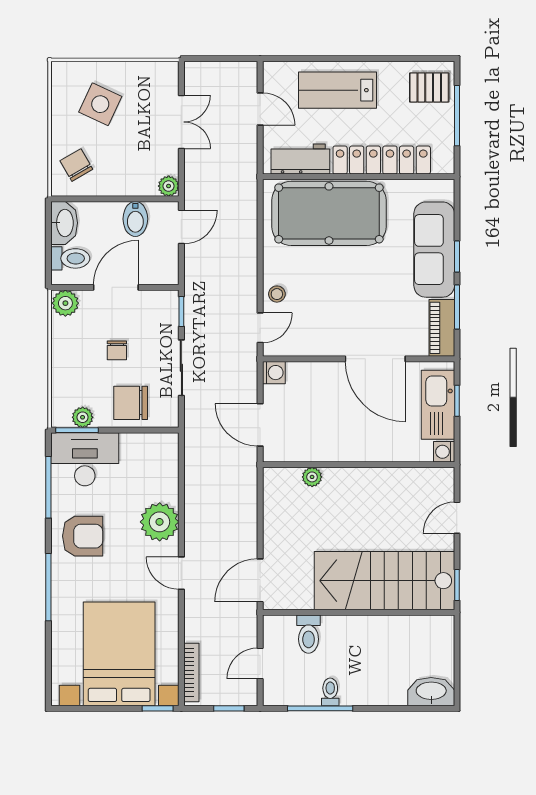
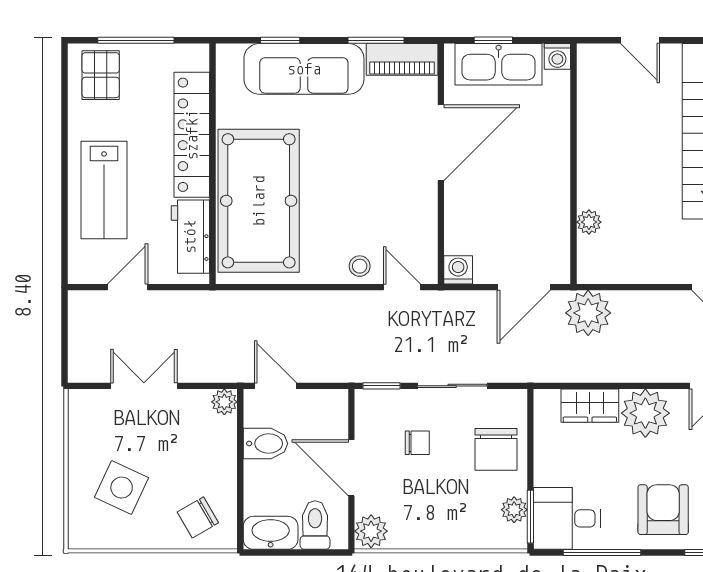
window: (457, 256) -> (280, 40), moved
chair: (117, 350) -> (417, 443), moved
desk: (85, 459) -> (567, 518), width x0.73
plant: (240, 476) -> (588, 313), added
wardrobe: (166, 478) -> (590, 406), added

